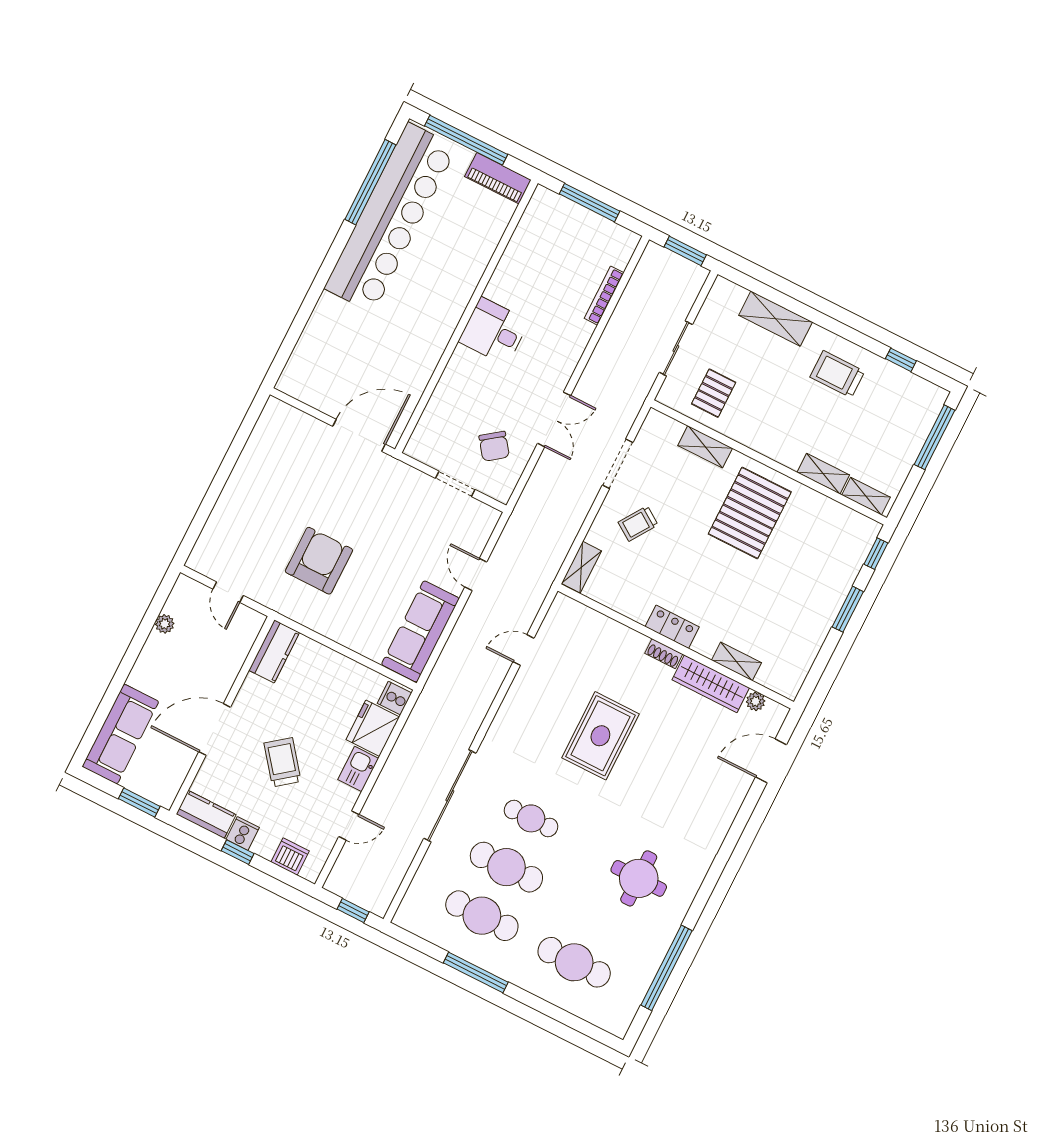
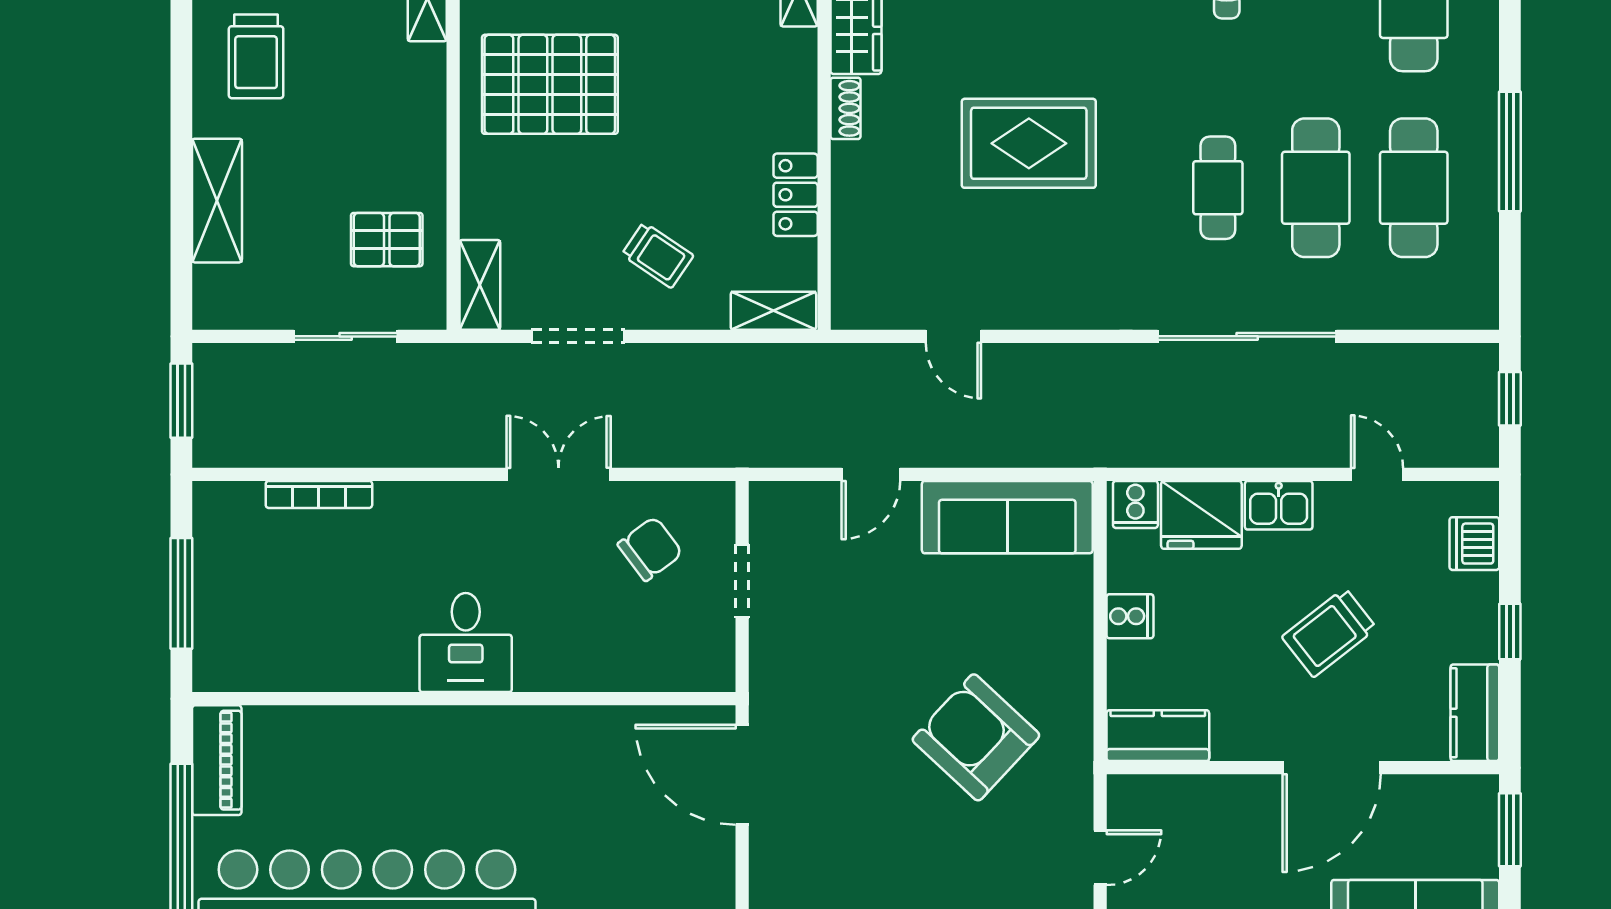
shelving: (705, 447) -> (480, 285), moved
armchair: (319, 561) -> (976, 737), turned 43
locker: (672, 627) -> (796, 195), moved
door: (215, 730) -> (1332, 768), hinge flipped
cooker: (243, 833) -> (1130, 616), moved, turned 180

